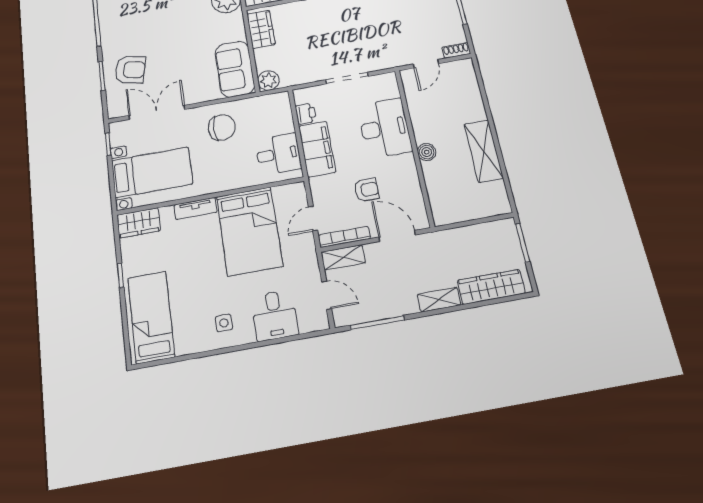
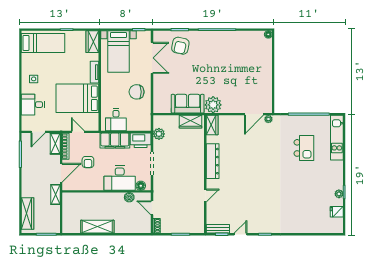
sofa: (235, 69) -> (188, 104), moved
plant: (268, 81) -> (159, 134), moved
floor lamp: (390, 90) -> (141, 186), added
printer: (306, 114) -> (141, 140), width x1.87, depth x1.48
chair: (222, 127) -> (137, 92), turned 90
boiler: (427, 152) -> (129, 197), moved
shelving: (439, 300) -> (56, 195), moved

